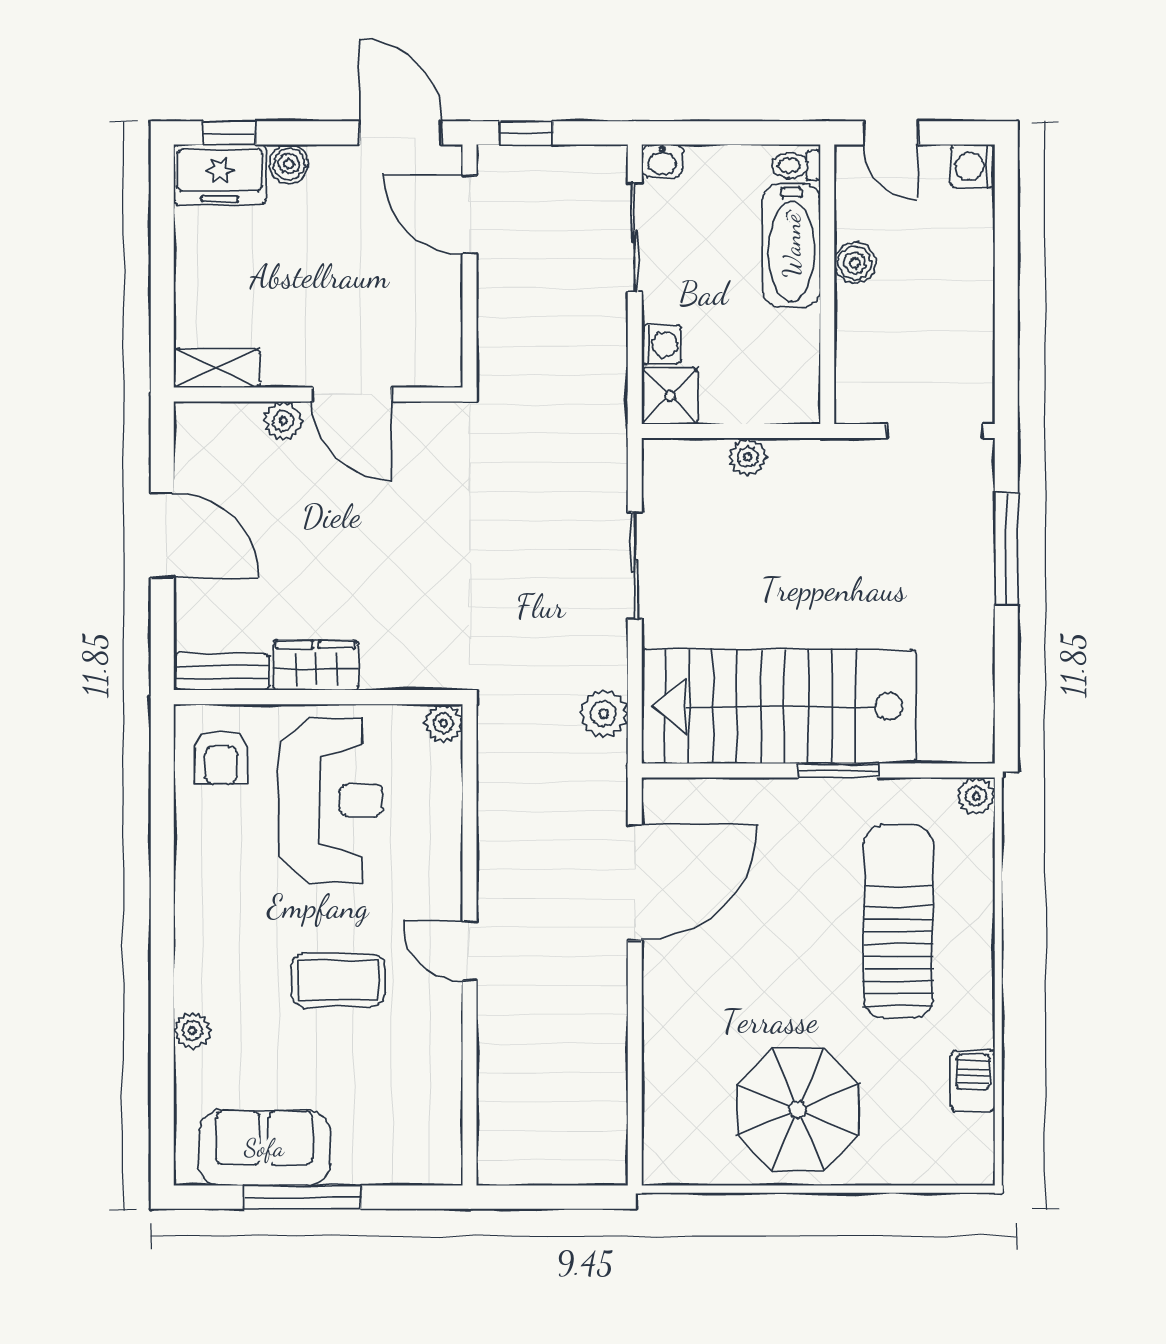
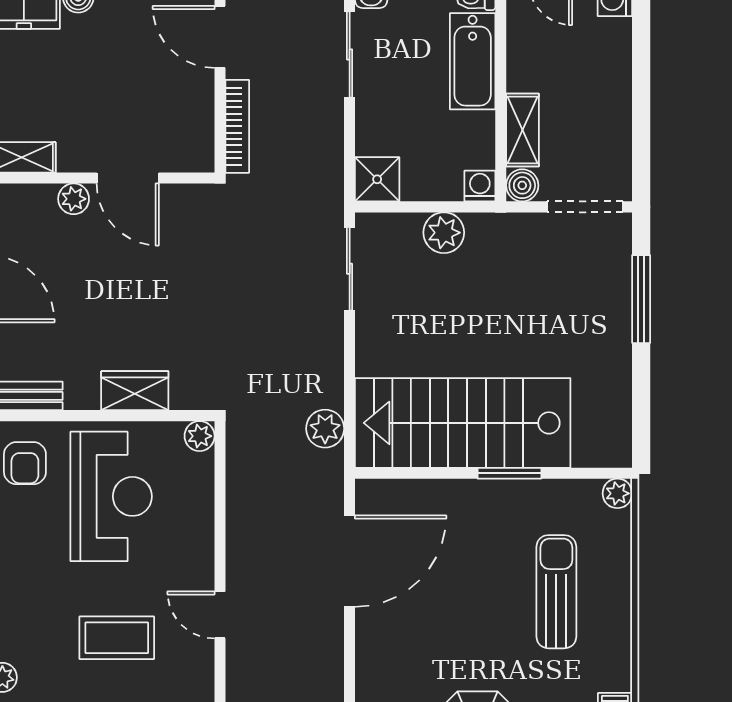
boiler: (855, 263) -> (522, 185), moved
bookcase: (492, 328) -> (237, 126), added
shelving: (855, 333) -> (522, 130), added
washing machine: (661, 344) -> (480, 186), moved, turned -90
plant: (748, 457) -> (444, 233), width x1.38, depth x1.38
sliding door: (635, 565) -> (350, 269), moved
wardrobe: (316, 665) -> (135, 391), moved
sun lounger: (898, 921) -> (556, 592), width x0.73, depth x0.75

